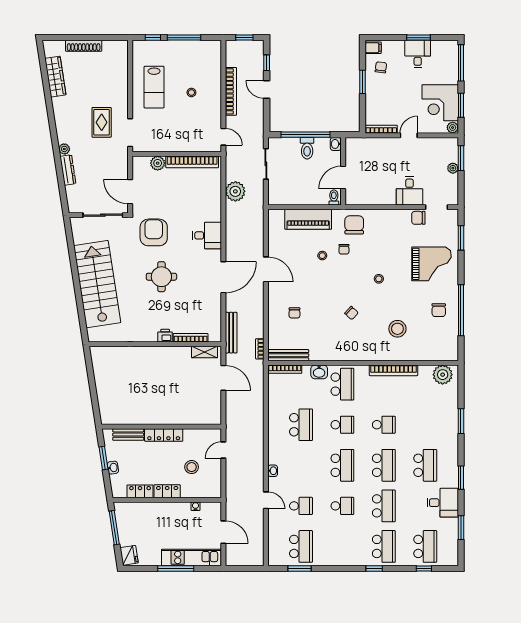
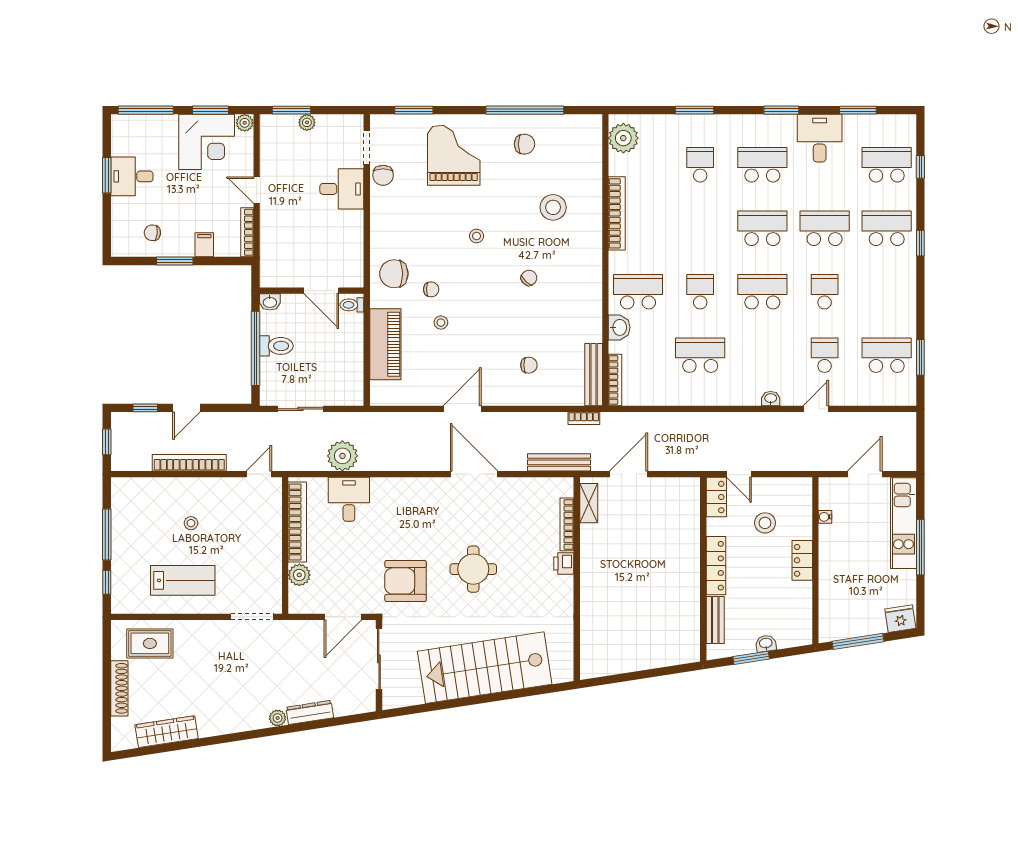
filing cabinet: (373, 48) -> (204, 245), moved
rug: (102, 122) -> (150, 643), moved
desk: (207, 235) -> (349, 499), moved
school desk: (384, 425) -> (700, 165), moved
locker: (140, 491) -> (716, 497), moved, turned 180

